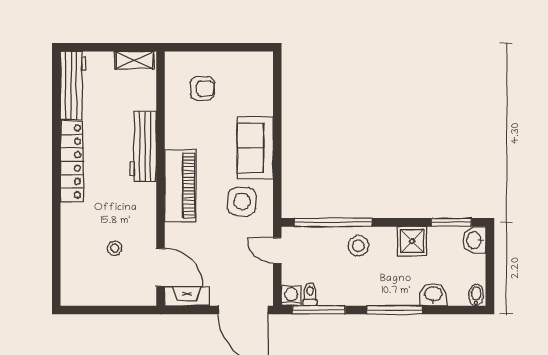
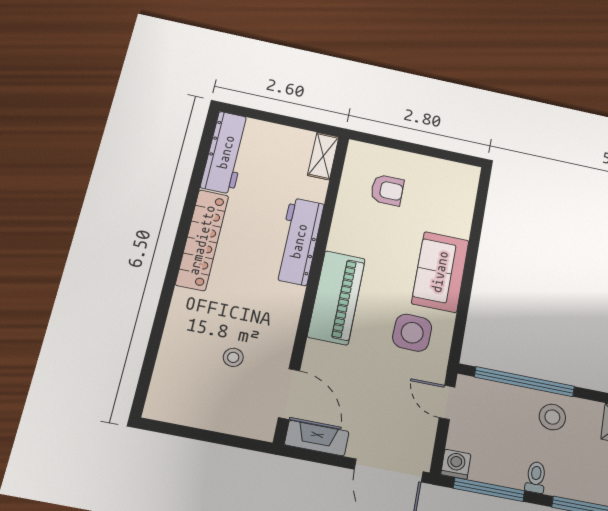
shelving: (134, 60) -> (323, 156), moved, turned 90
toilet: (310, 294) -> (536, 477), moved

